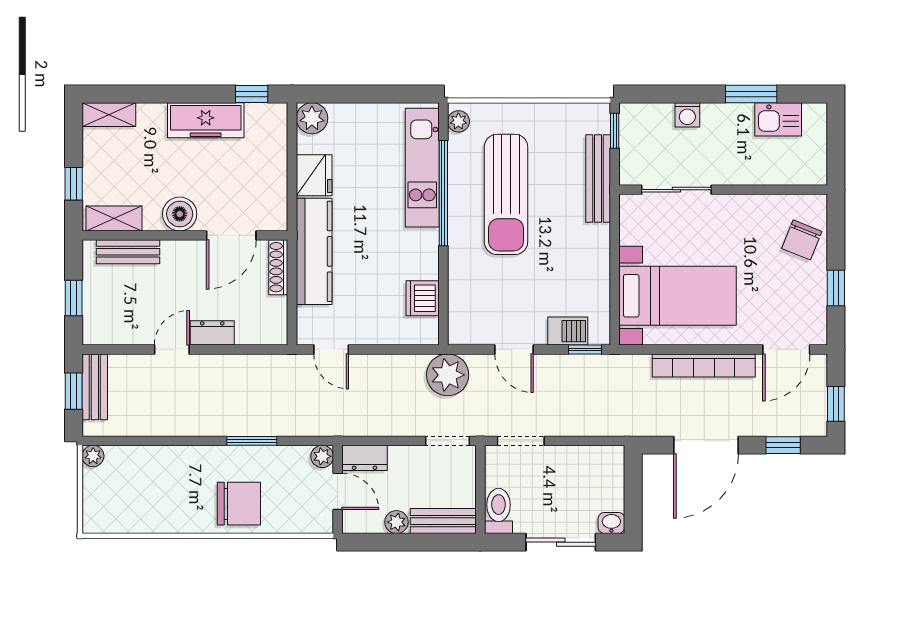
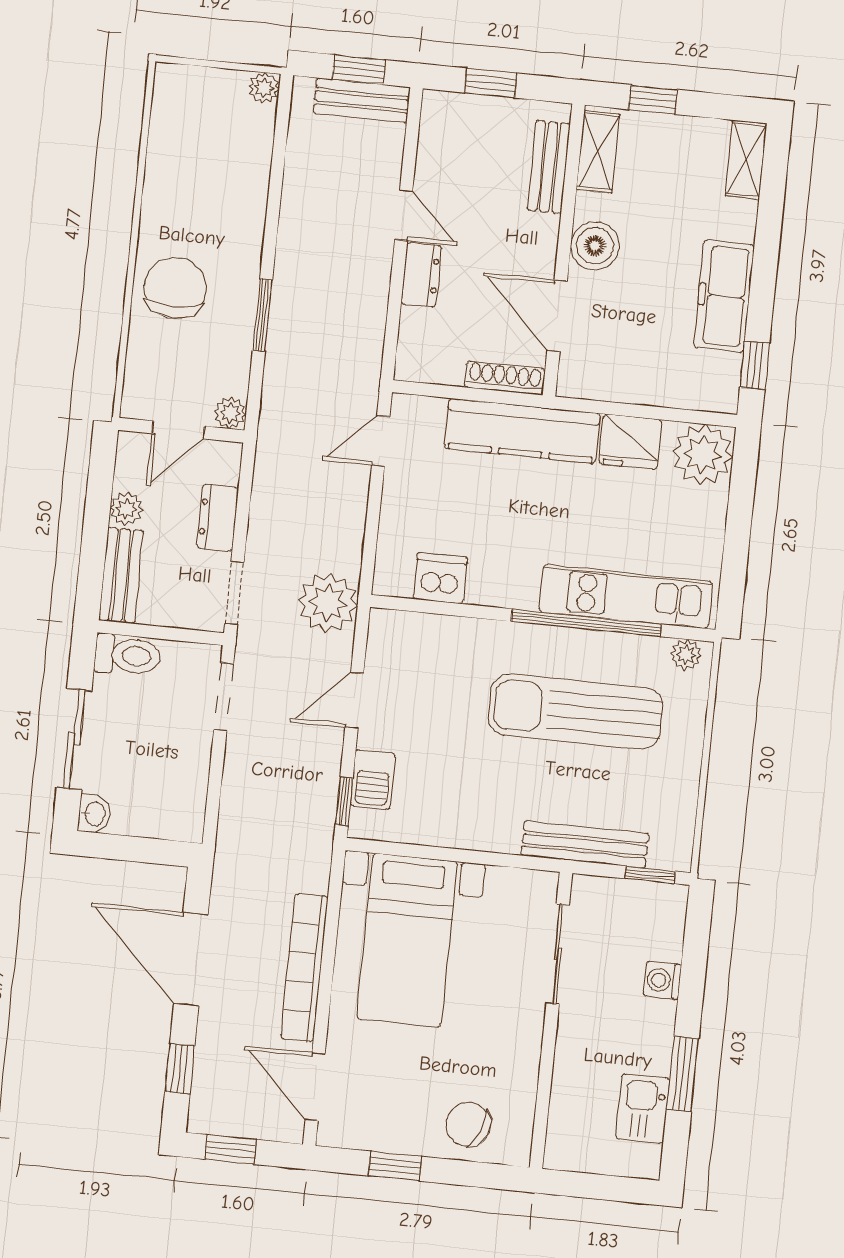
plant: (312, 118) -> (703, 454), width x1.36, depth x1.36
dresser: (365, 458) -> (218, 518), moved
chair: (239, 504) -> (175, 288), turned 180

